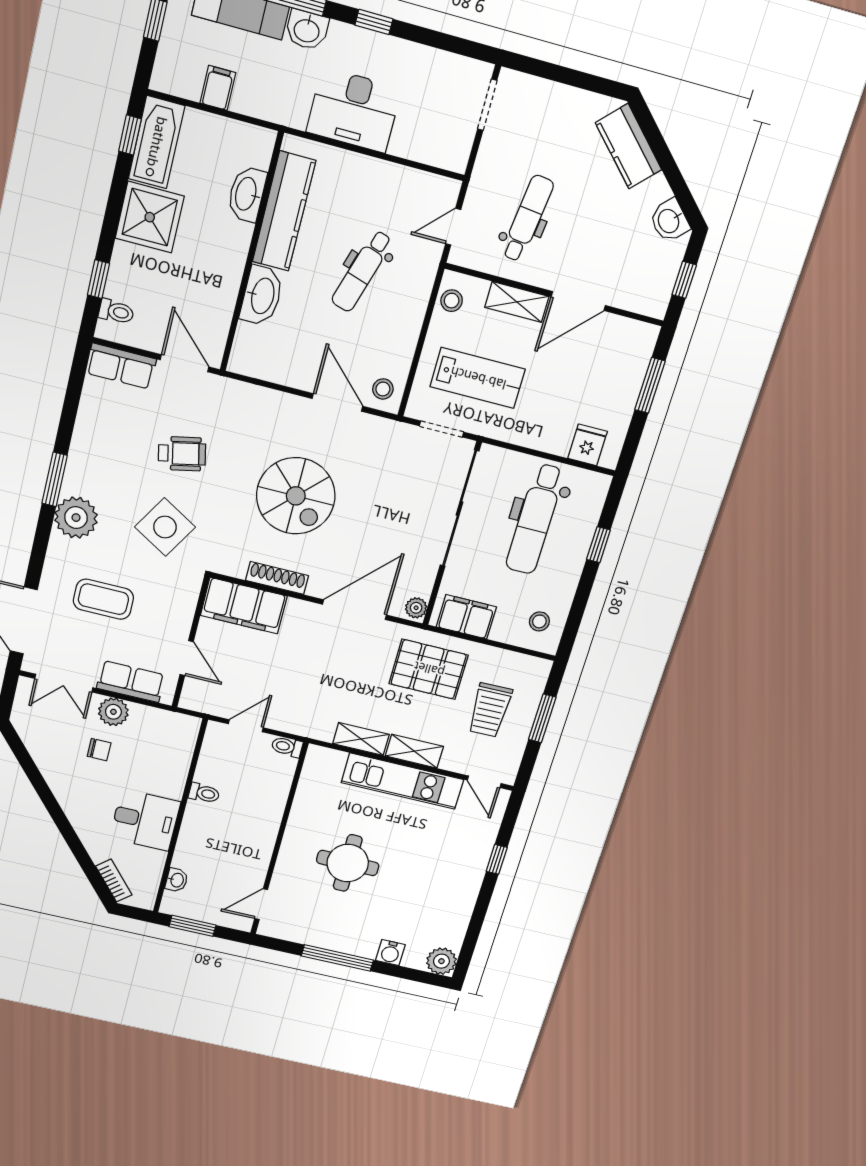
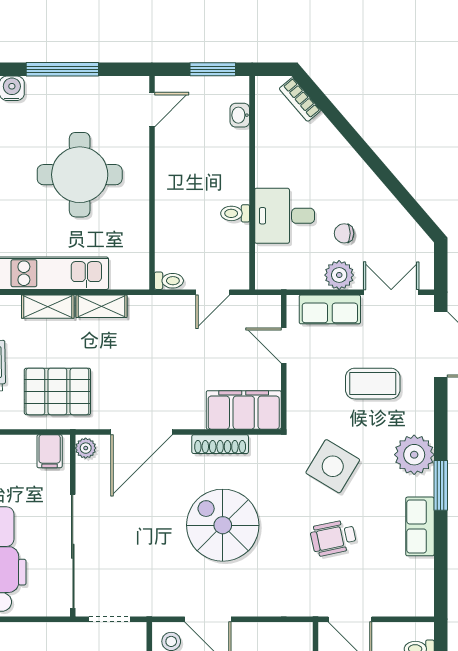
row of seats: (121, 366) -> (420, 526), moved, turned -90
filing cabinet: (466, 617) -> (50, 451), width x0.50
desk: (145, 820) -> (285, 216), moved
round table: (348, 863) -> (80, 175), width x1.36, depth x1.36

